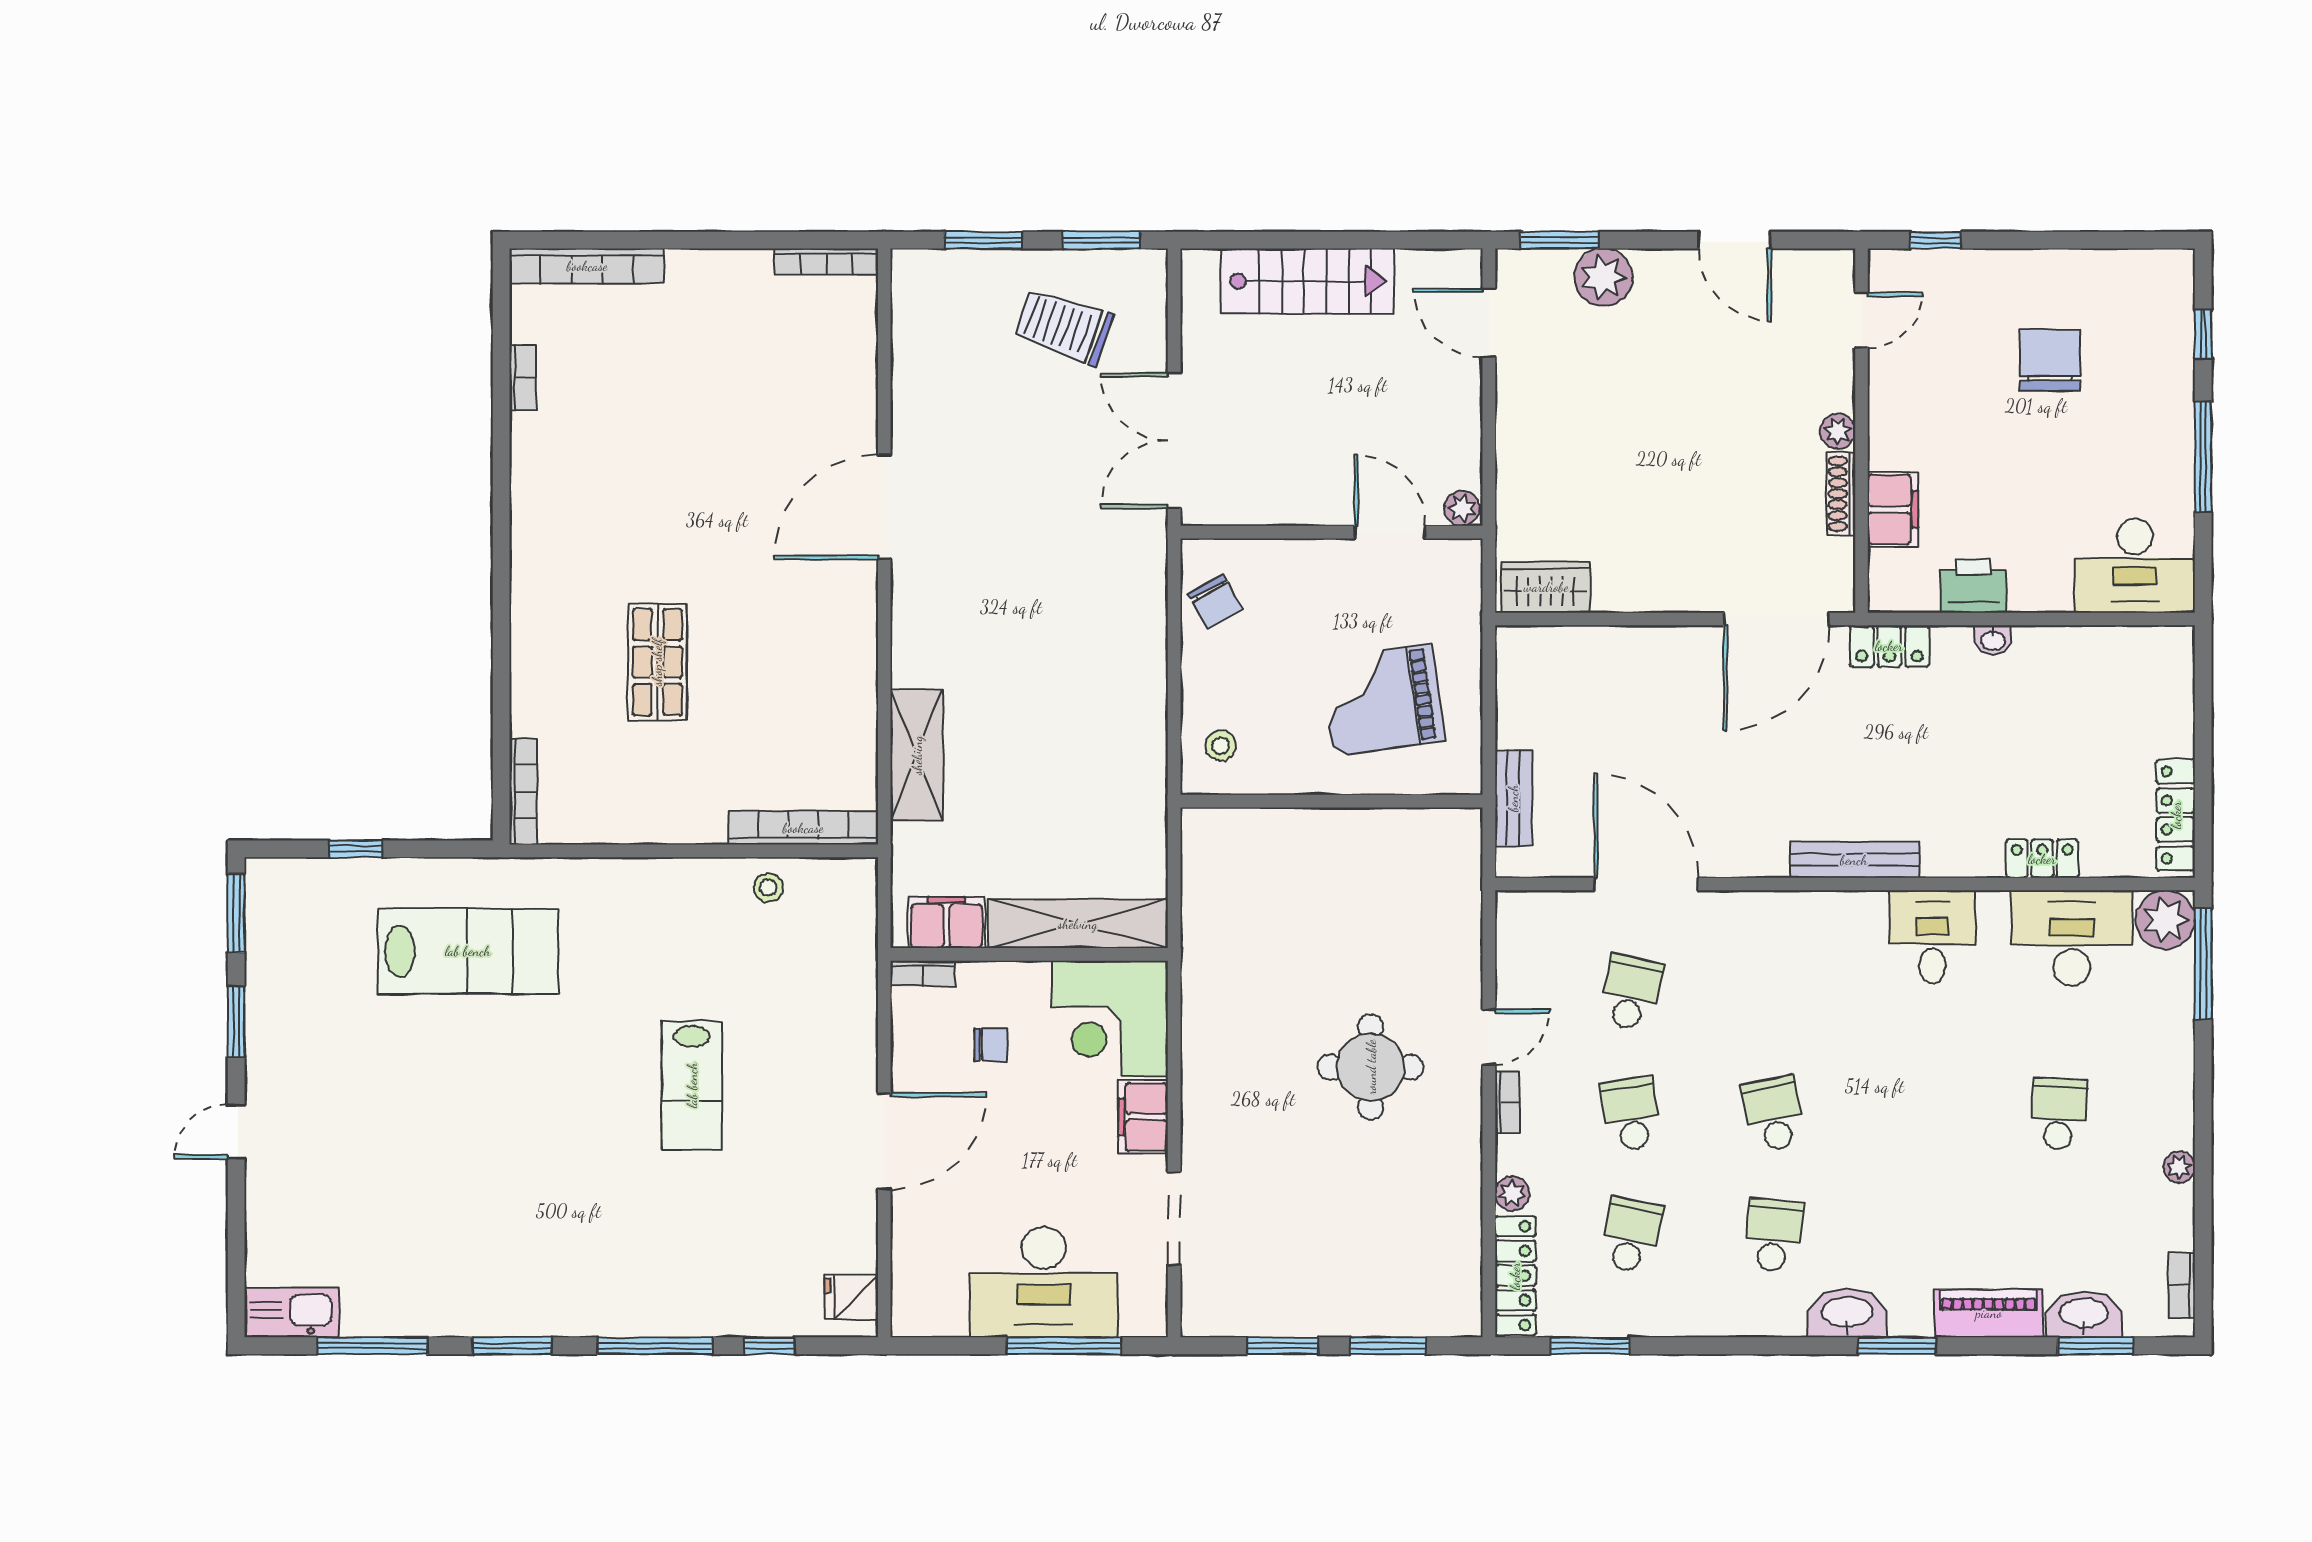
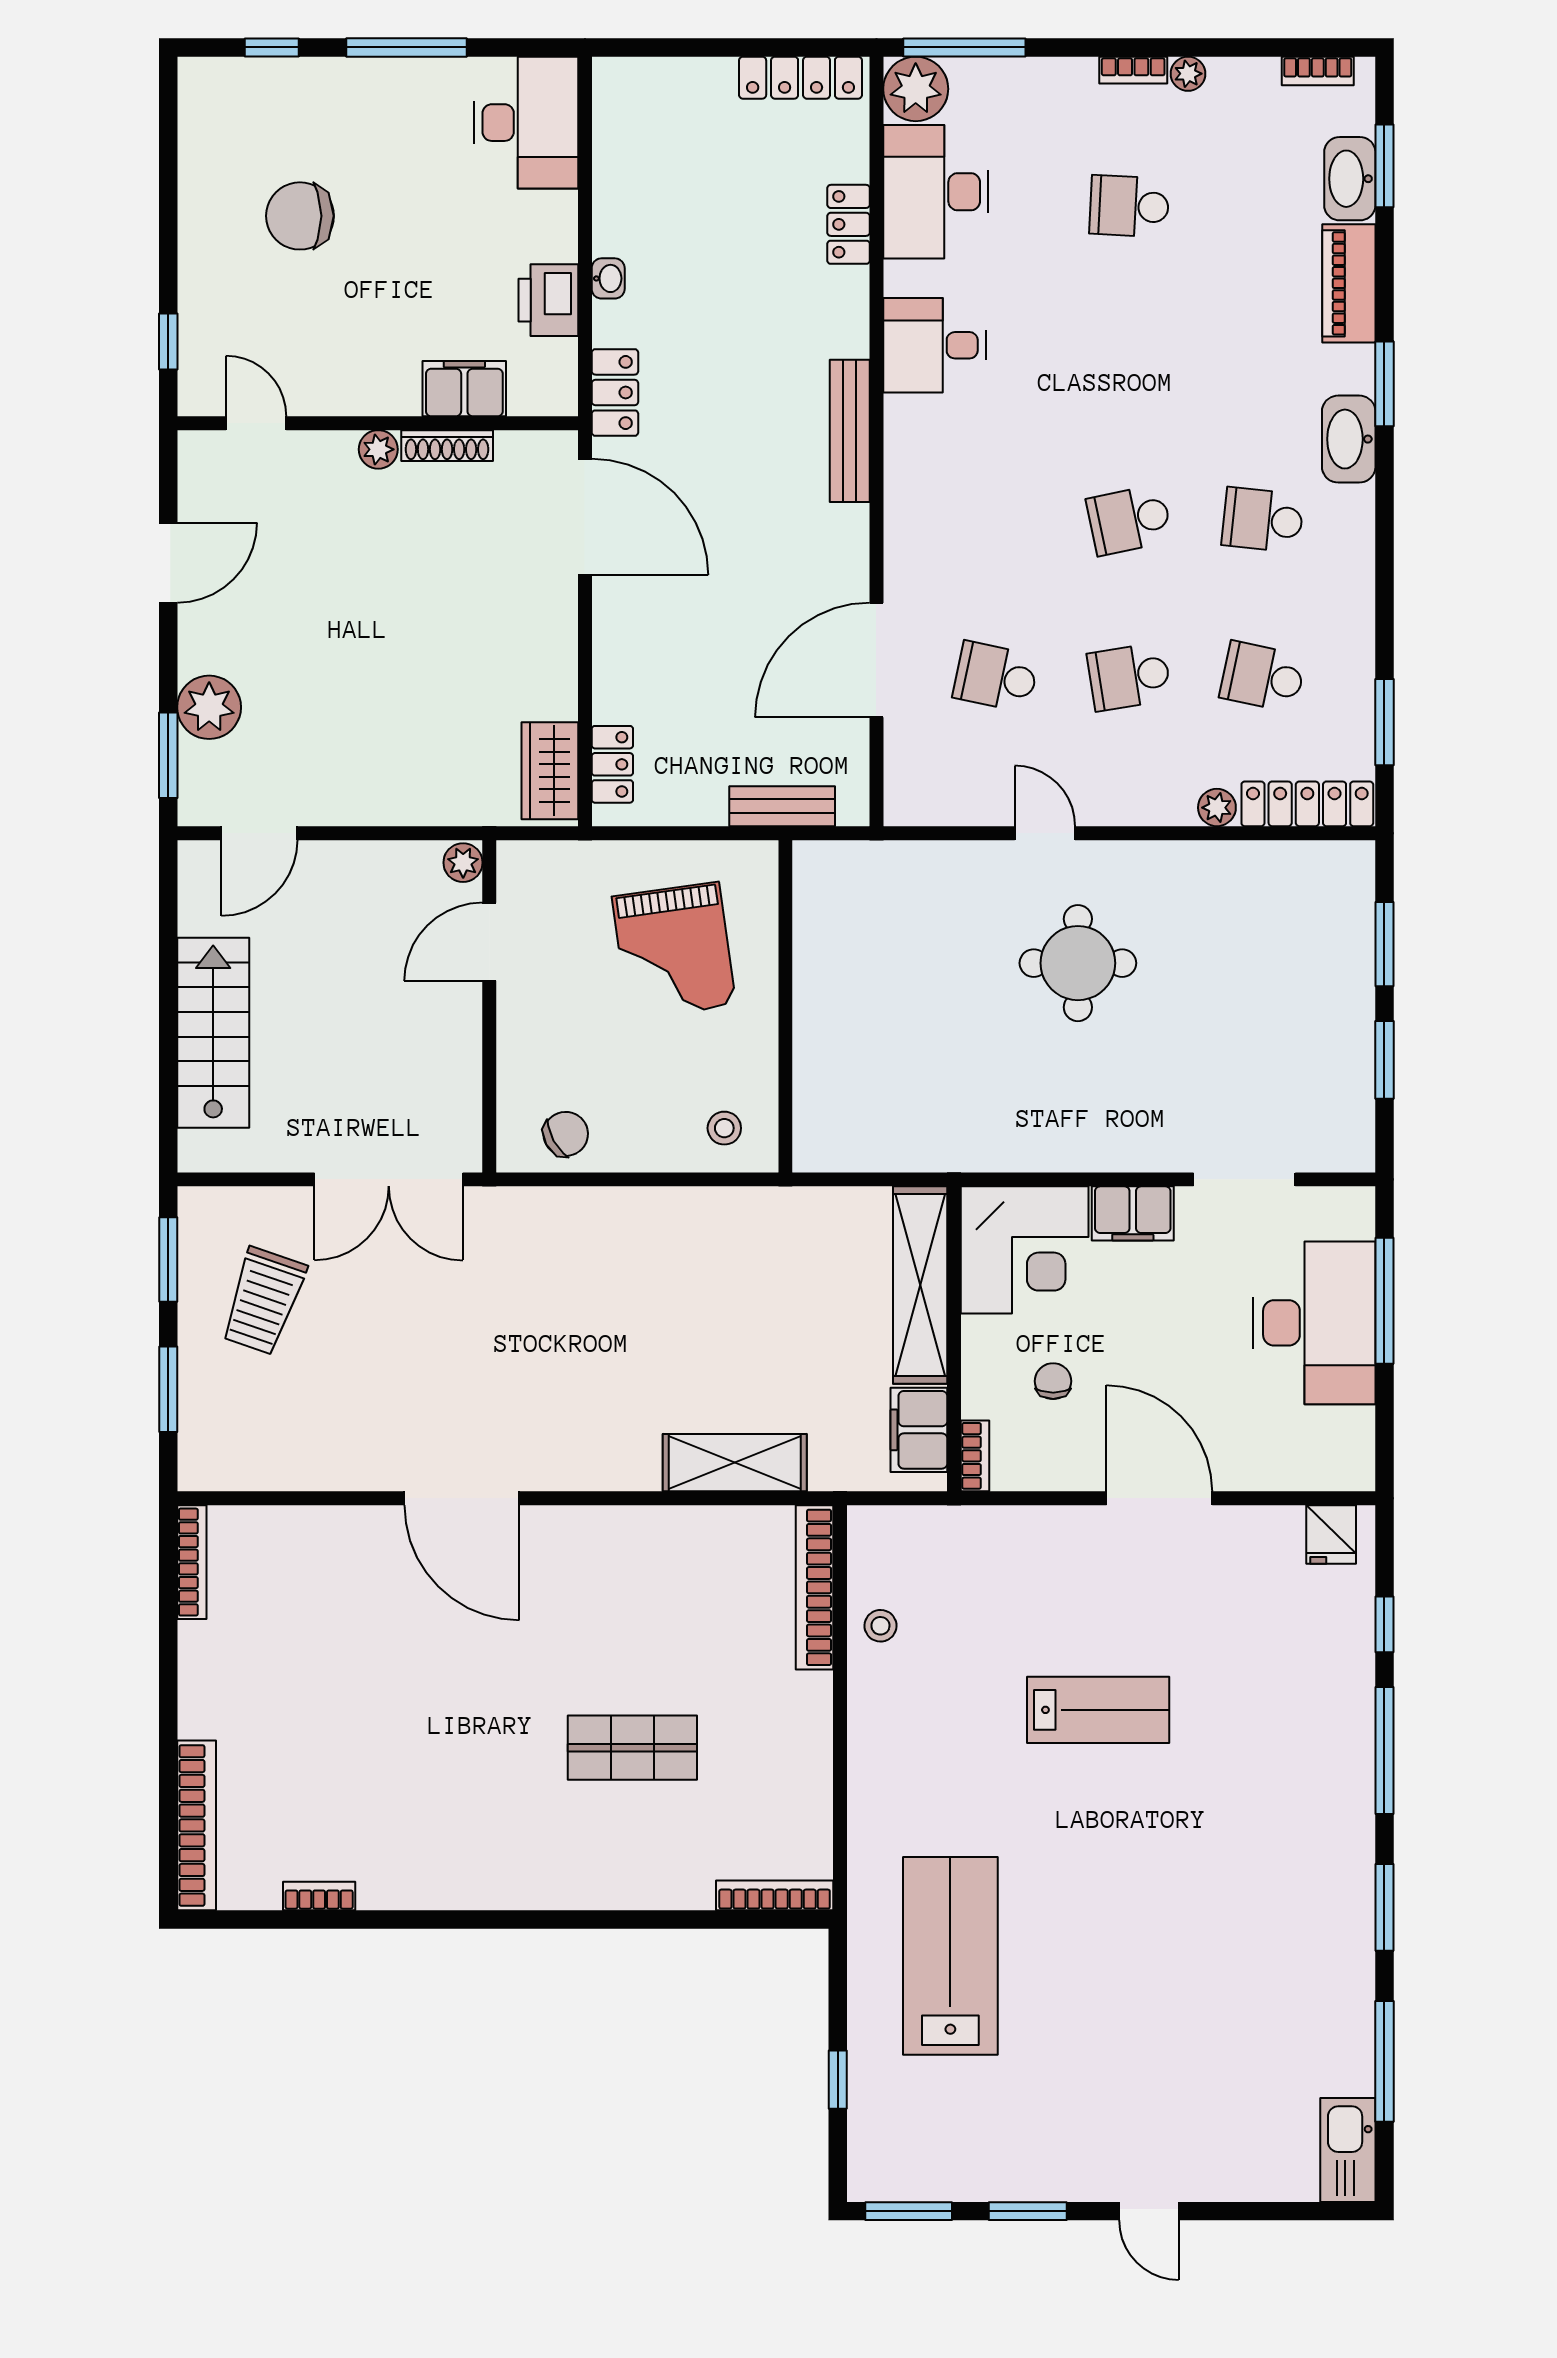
locker: (1551, 644) -> (612, 764), added
bookcase: (1507, 1102) -> (1133, 70), moved, turned 180

